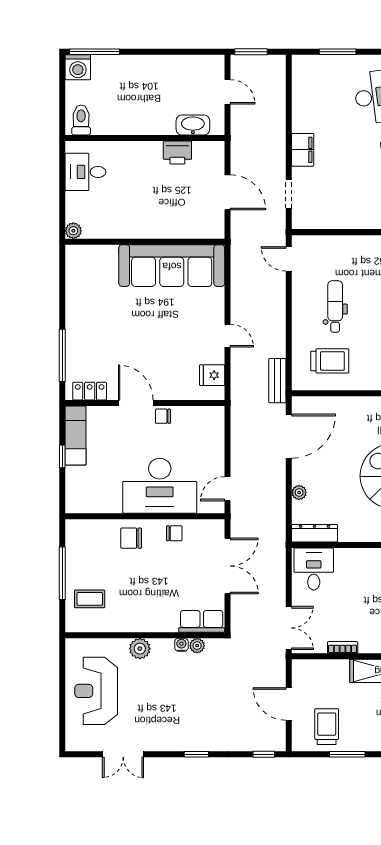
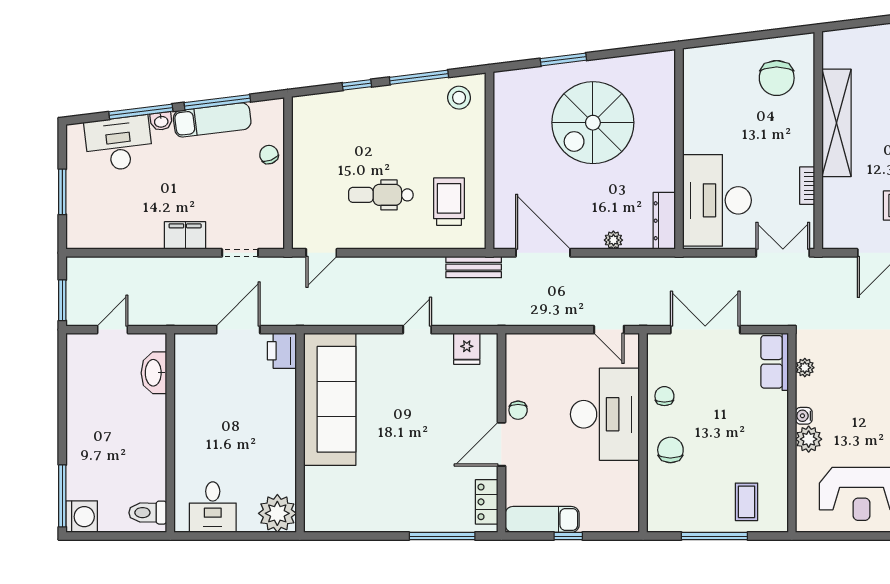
printer: (177, 153) -> (282, 351), moved, turned 180
chair: (367, 217) -> (269, 155), added
plant: (73, 231) -> (277, 513), width x1.87, depth x1.87
chair: (131, 538) -> (670, 450), turned 180
desk: (314, 569) -> (717, 200), width x1.87, depth x1.30
water cooler: (181, 645) -> (804, 416), moved

